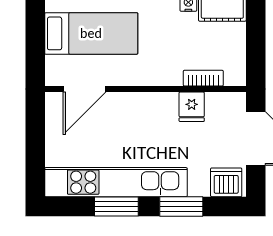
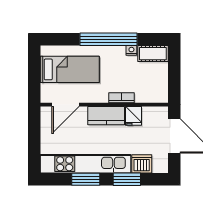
bookcase: (203, 78) -> (121, 98), moved
kitchen counter: (148, 106) -> (106, 116), added
dishwasher: (226, 182) -> (142, 164), moved

